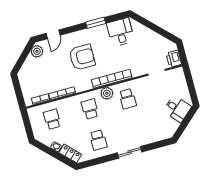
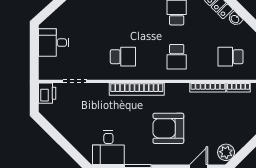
plant: (107, 93) -> (148, 71), removed
school desk: (128, 99) -> (123, 57), turned 90
desk: (177, 109) -> (54, 43), moved, turned -48
school desk: (52, 119) -> (230, 57), turned 90

